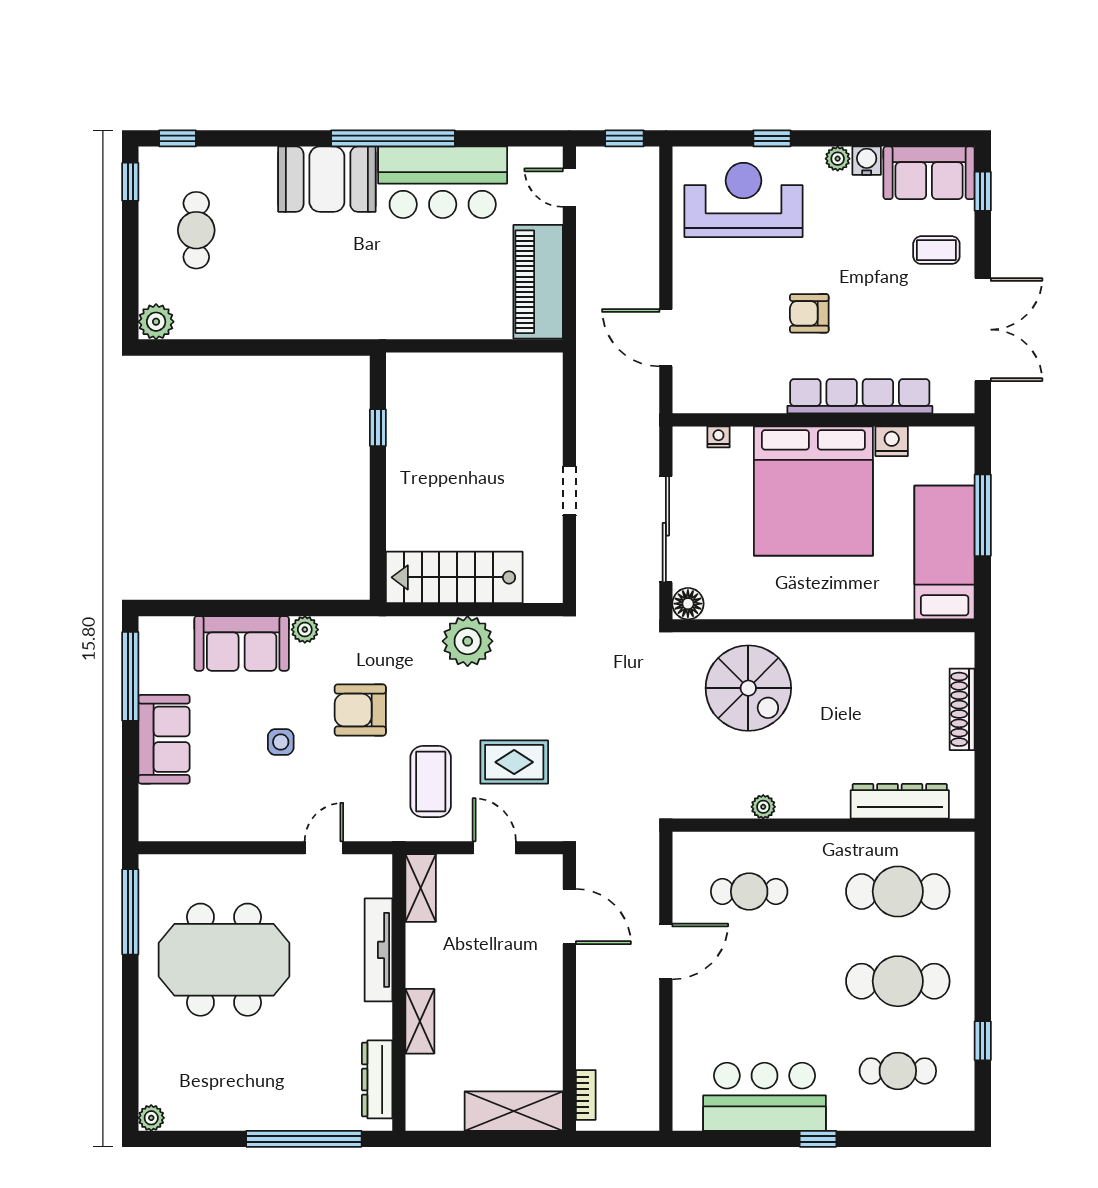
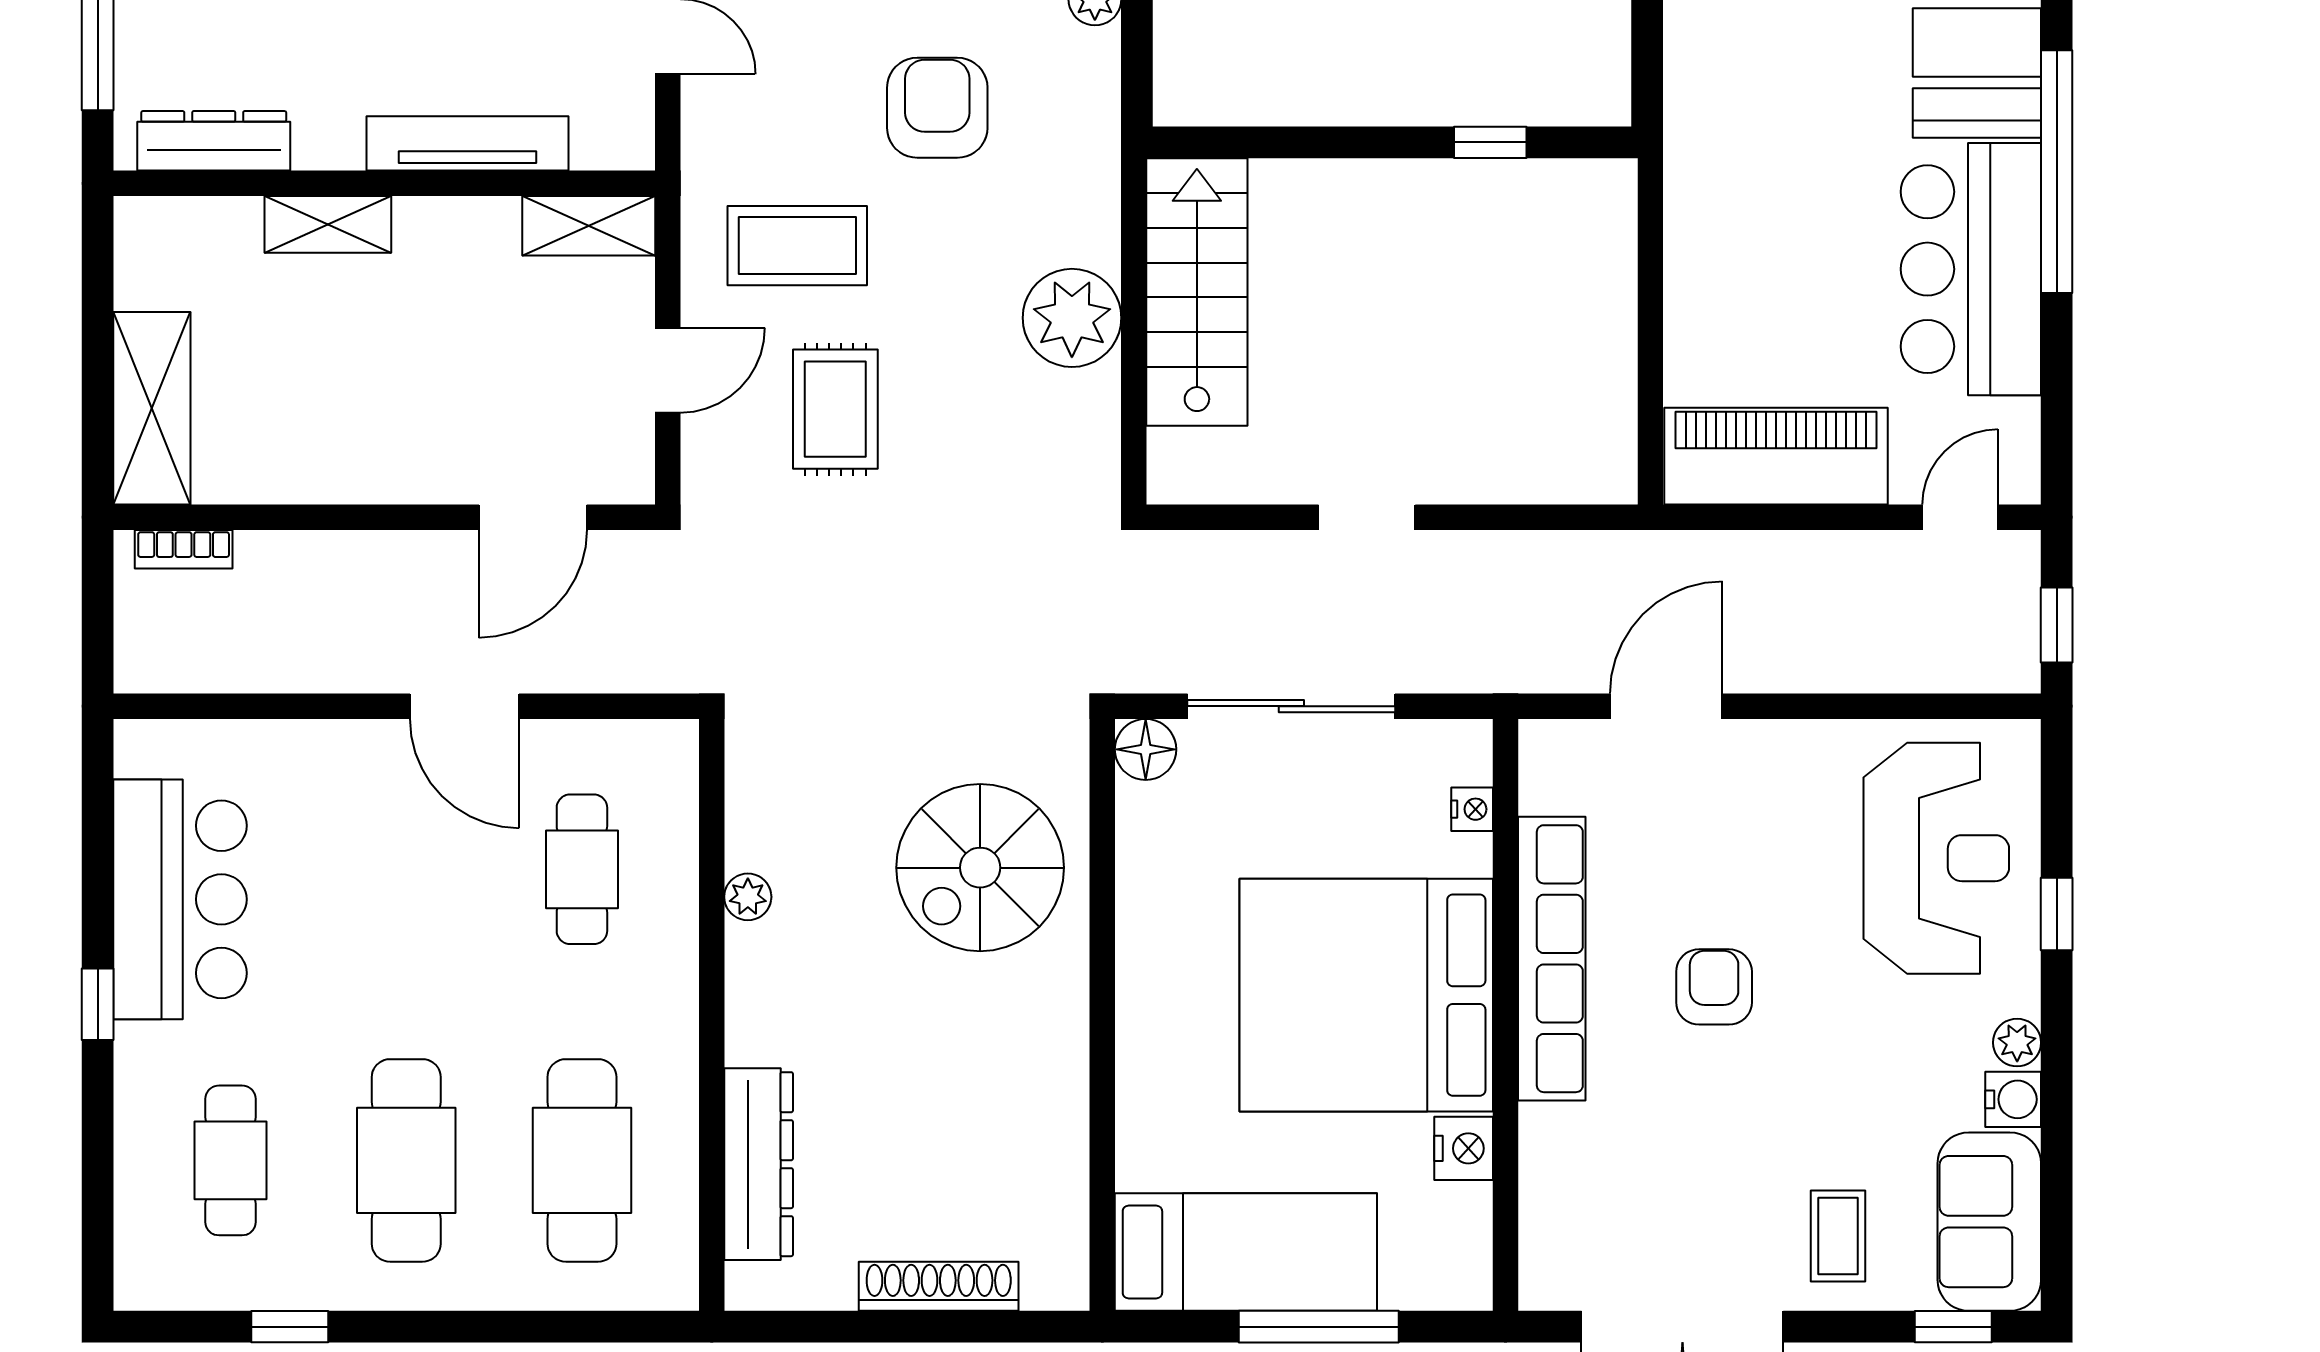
row of seats: (860, 396) -> (1552, 959), moved

